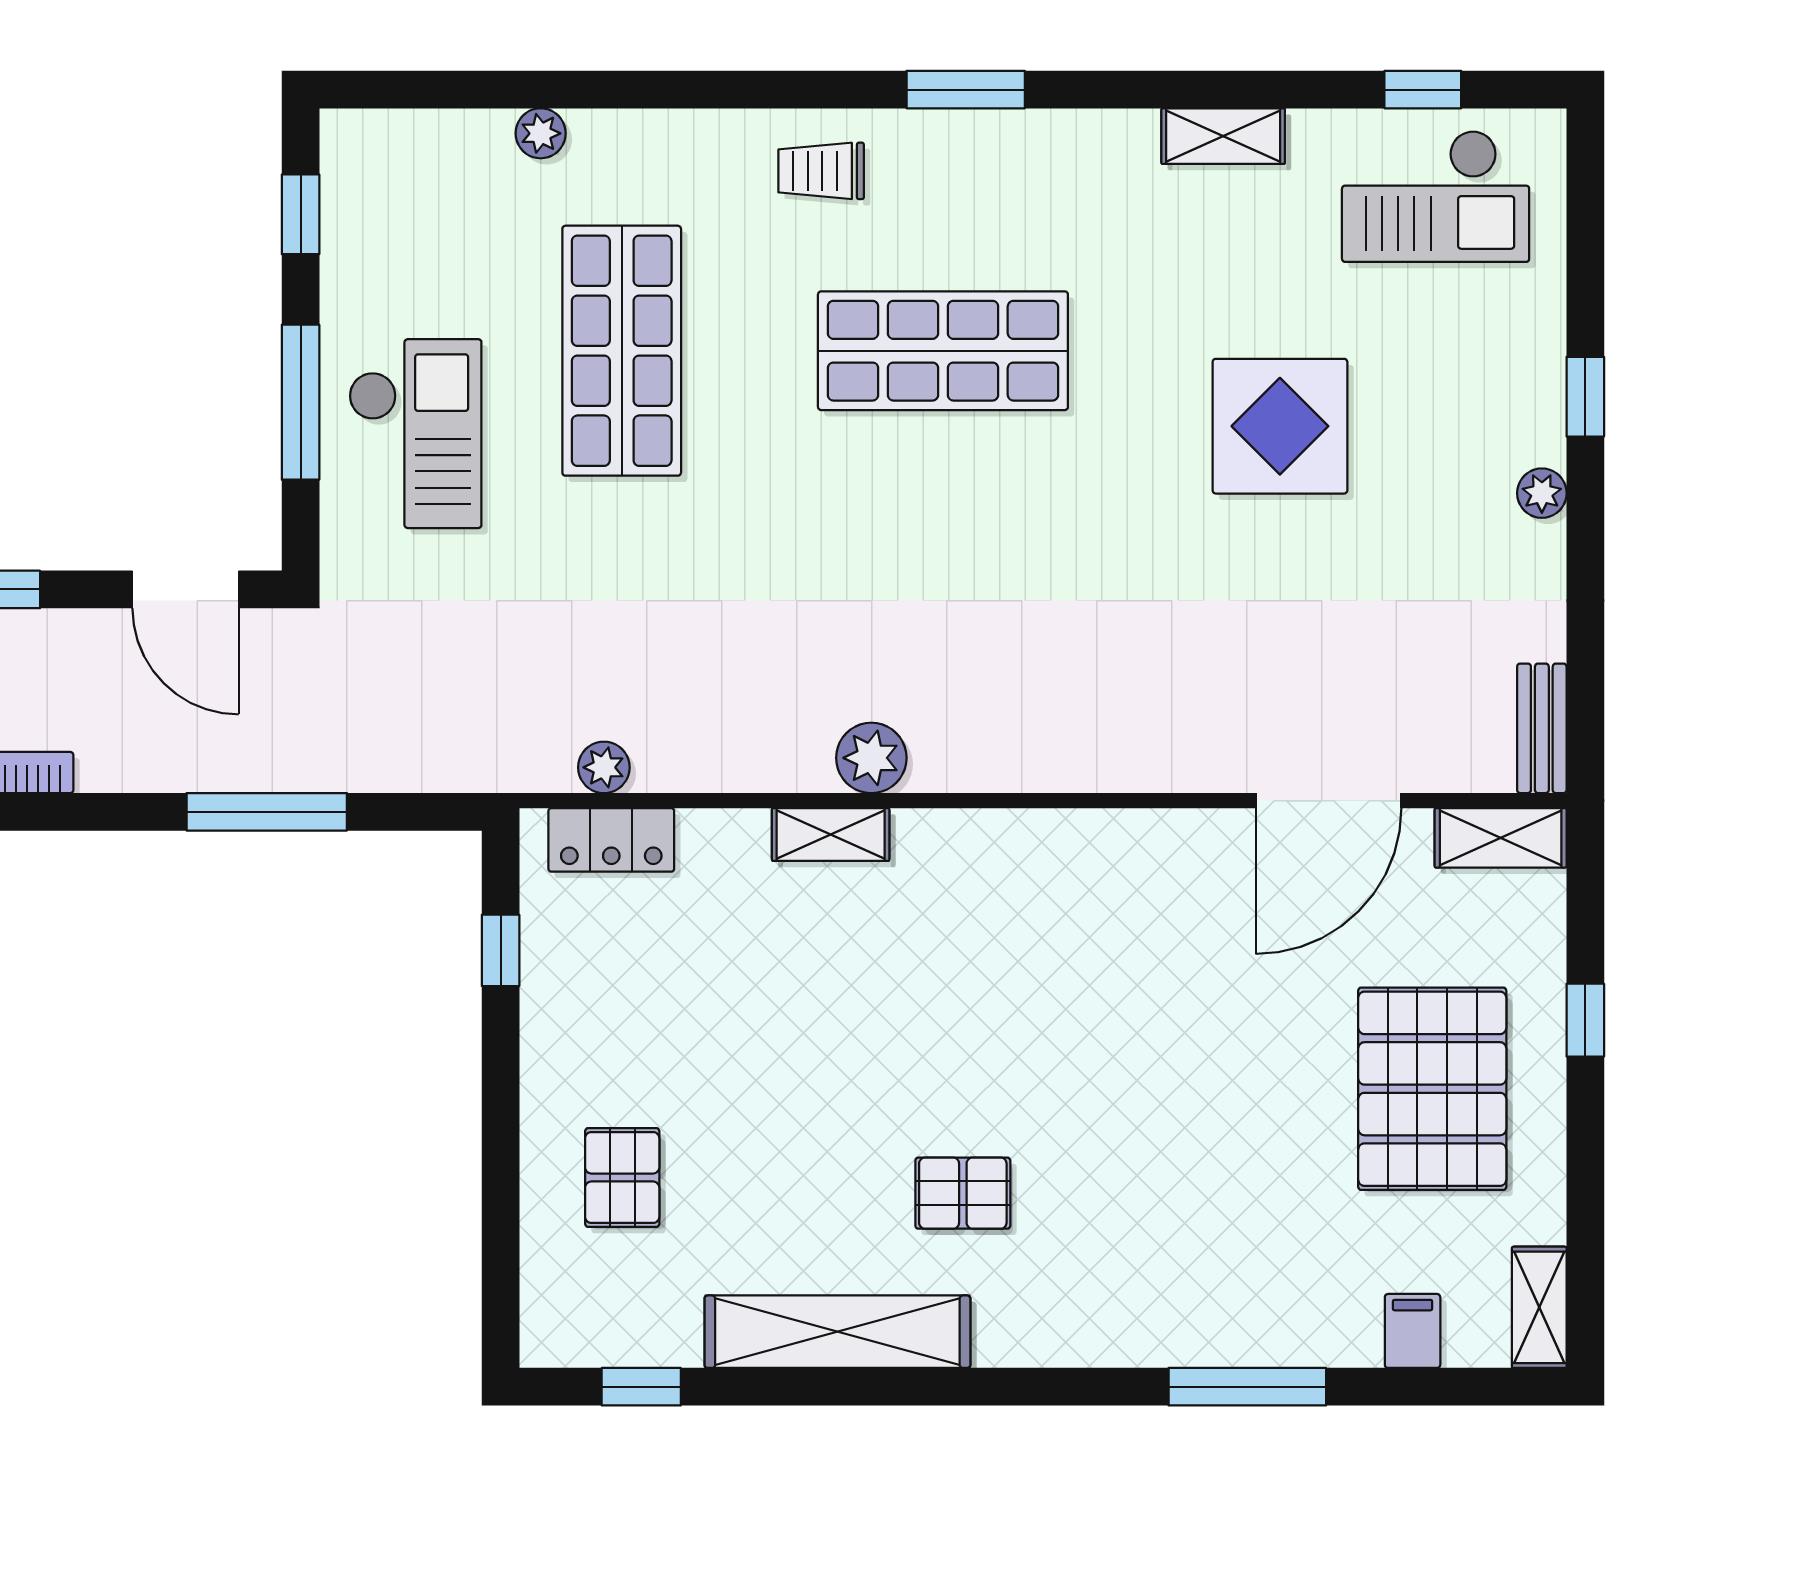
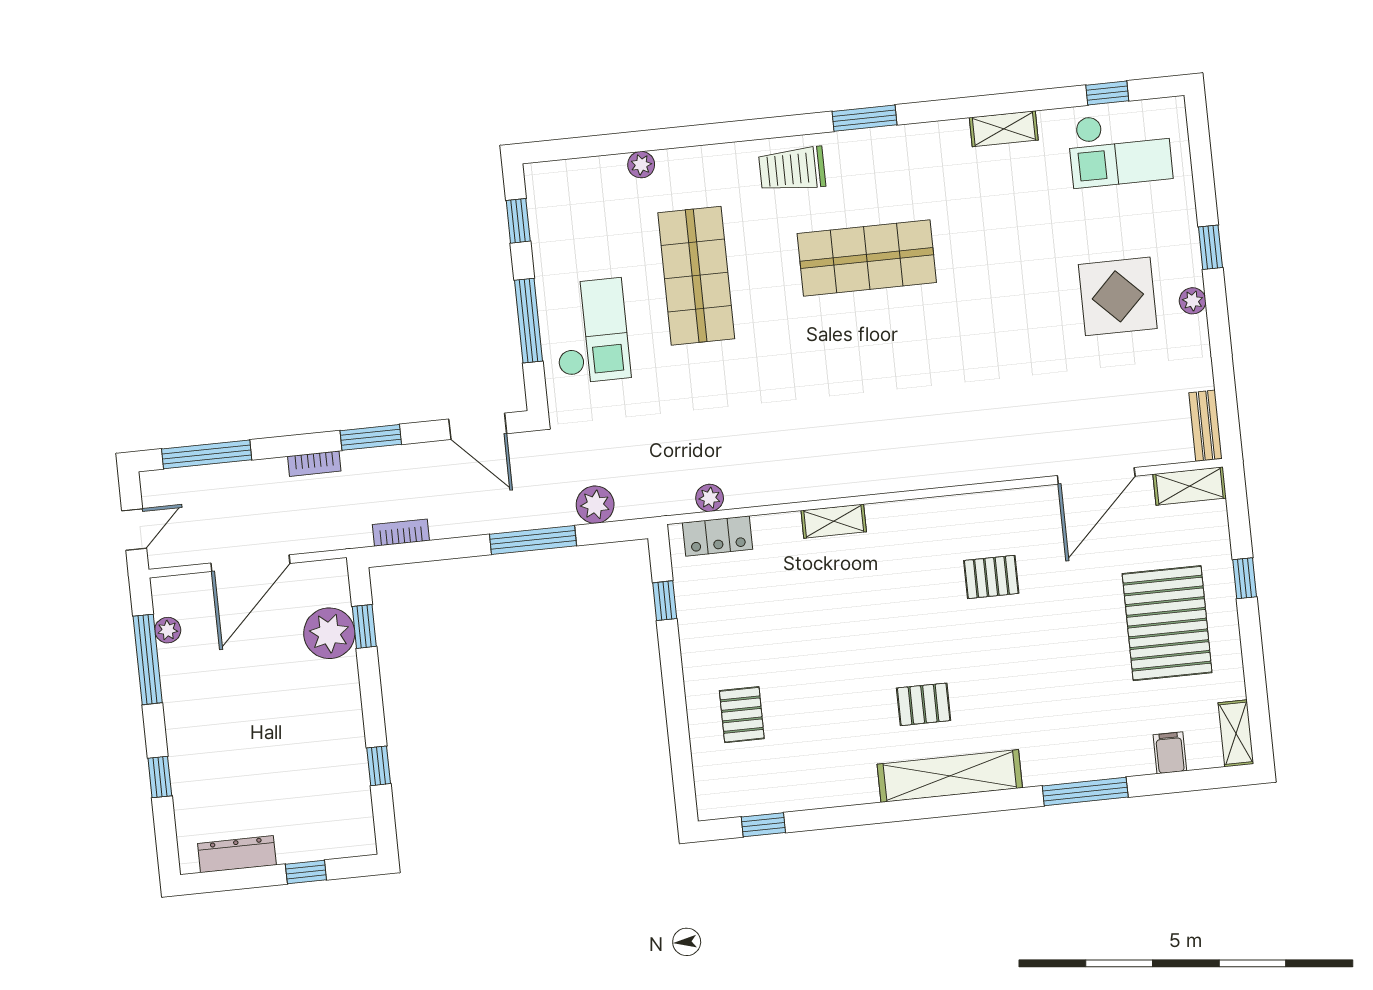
trolley: (821, 171) -> (792, 169), width x1.36, depth x1.39
display table: (1280, 426) -> (1118, 296), moved
plant: (871, 758) -> (595, 505), moved
pallet: (1114, 969) -> (991, 577), added
shelving: (837, 1332) -> (950, 776), moved

